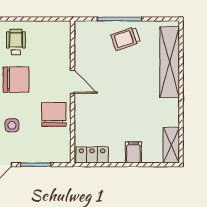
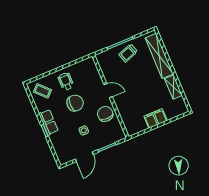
shelving: (171, 145) -> (173, 87), moved
filing cabinet: (133, 152) -> (156, 118), width x2.00
locker: (92, 155) -> (137, 128), removed

